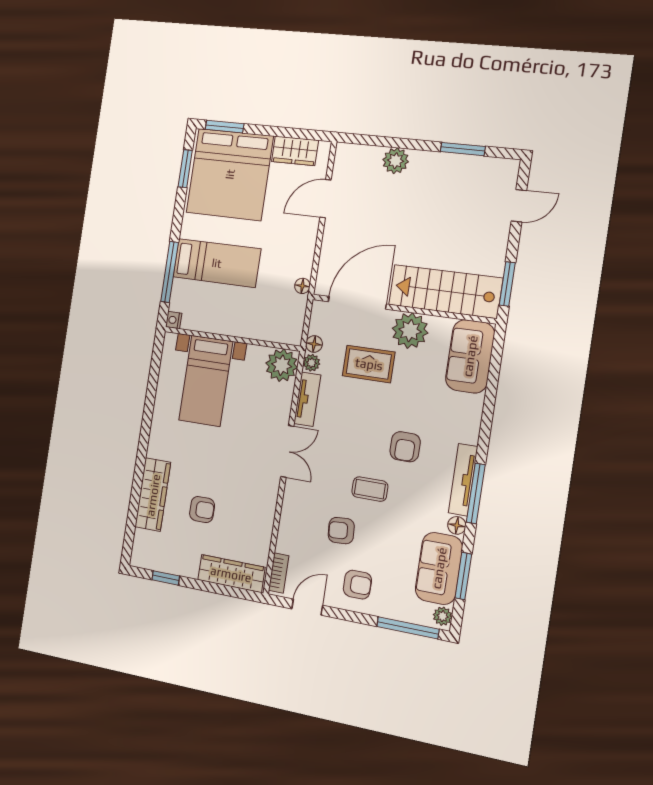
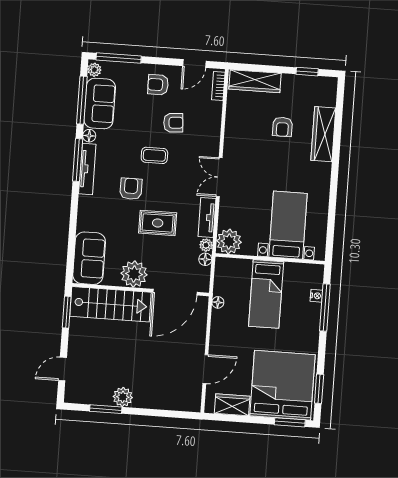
plant: (396, 161) -> (123, 397), moved
bed: (217, 263) -> (266, 294), moved, turned -90
nightstand: (174, 320) -> (316, 296), moved
rug: (369, 364) -> (158, 223), moved
armchair: (202, 510) -> (282, 127), turned -90
window: (463, 576) -> (82, 100), width x1.44

